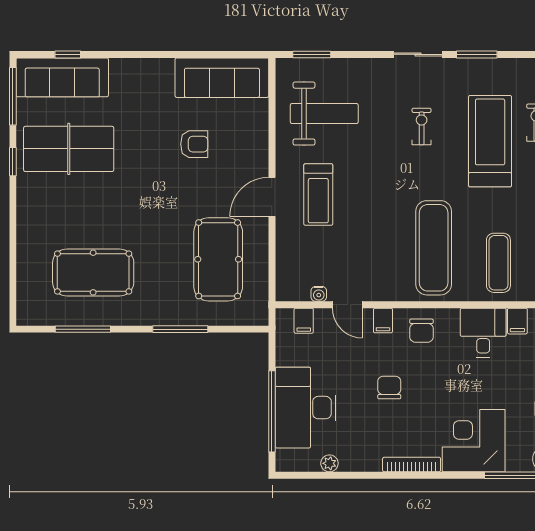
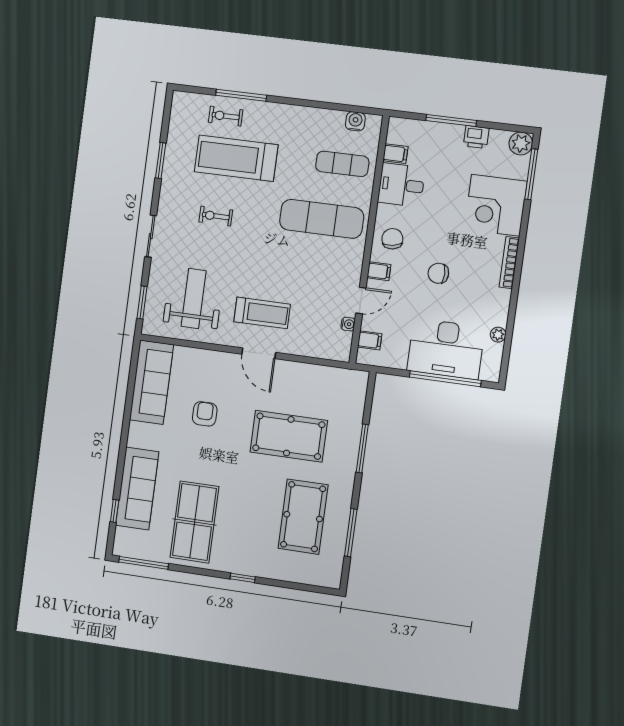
sliding door: (418, 54) -> (151, 236), moved
sofa: (62, 77) -> (137, 489), moved
window: (13, 162) -> (243, 578), moved
pool table: (218, 259) -> (289, 436), moved
chair: (421, 331) -> (392, 239), turned -99

